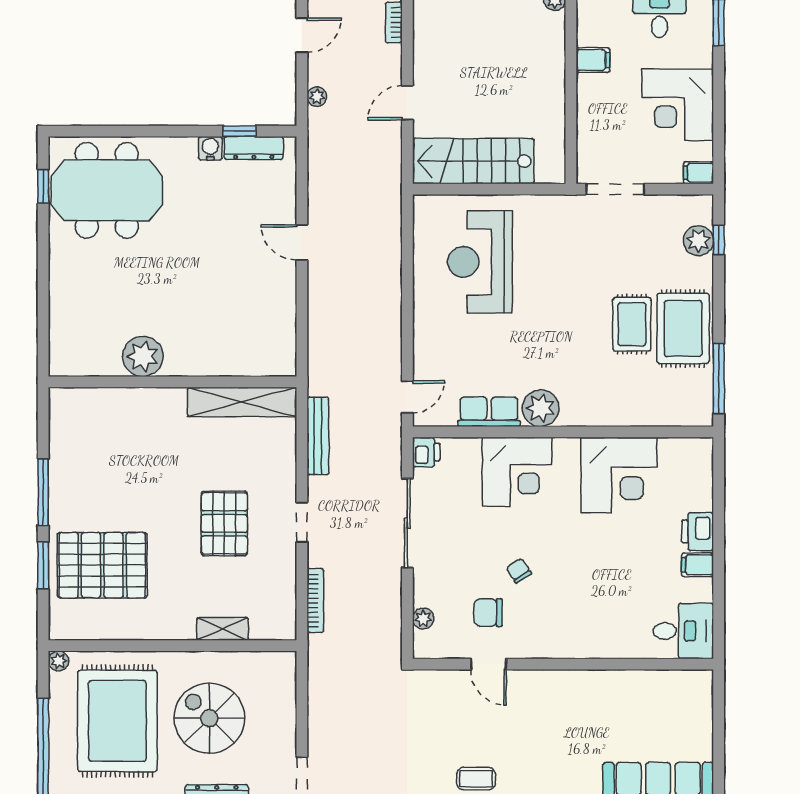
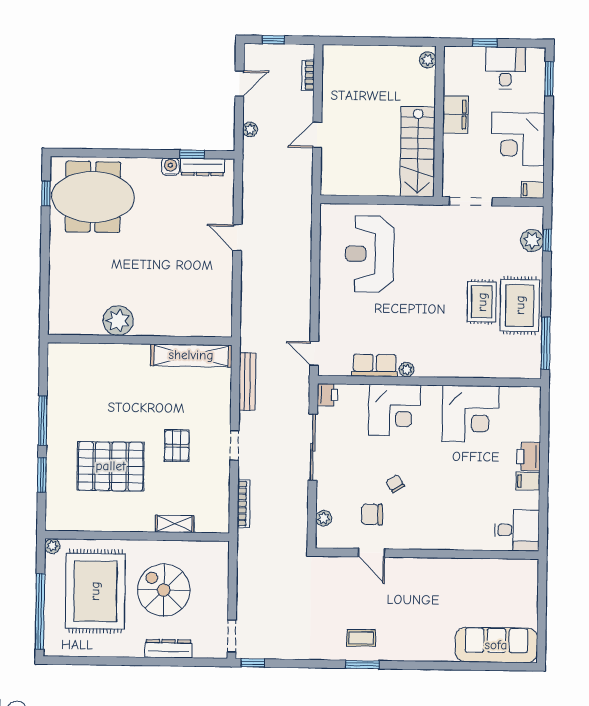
filing cabinet: (593, 60) -> (455, 115), width x2.00
stairs: (473, 161) -> (418, 152), moved, turned -90
door: (407, 397) -> (314, 353), swing flipped
plant: (541, 408) -> (407, 370), width x0.53, depth x0.53
pallet: (224, 523) -> (177, 446), width x0.67, depth x0.71
pallet: (102, 565) -> (111, 466), moved

